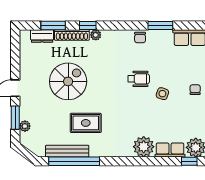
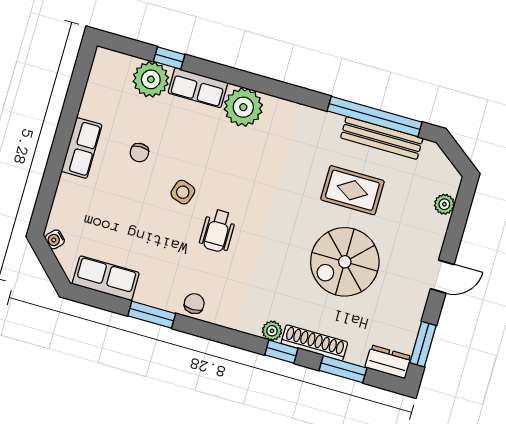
dresser: (42, 36) -> (388, 362), moved
wheelchair: (139, 79) -> (218, 231), turned -90
chair: (195, 90) -> (139, 153), moved
window: (15, 118) -> (423, 344), moved
rug: (86, 123) -> (352, 190), moved

